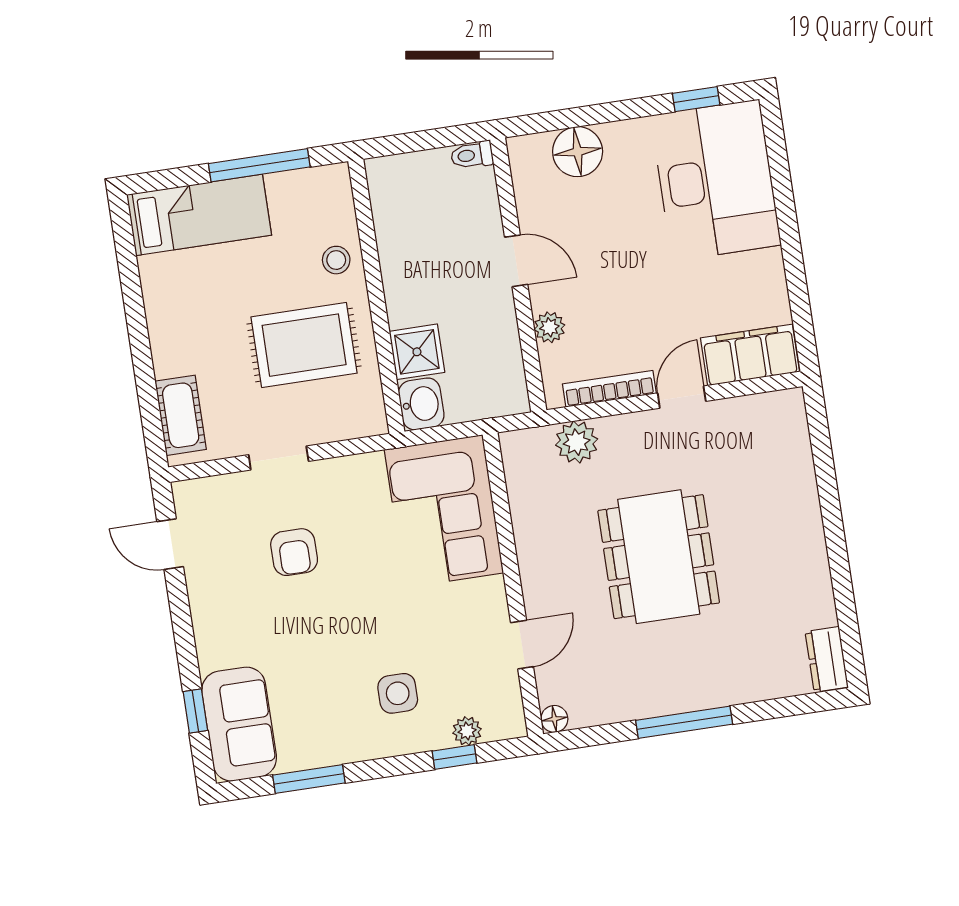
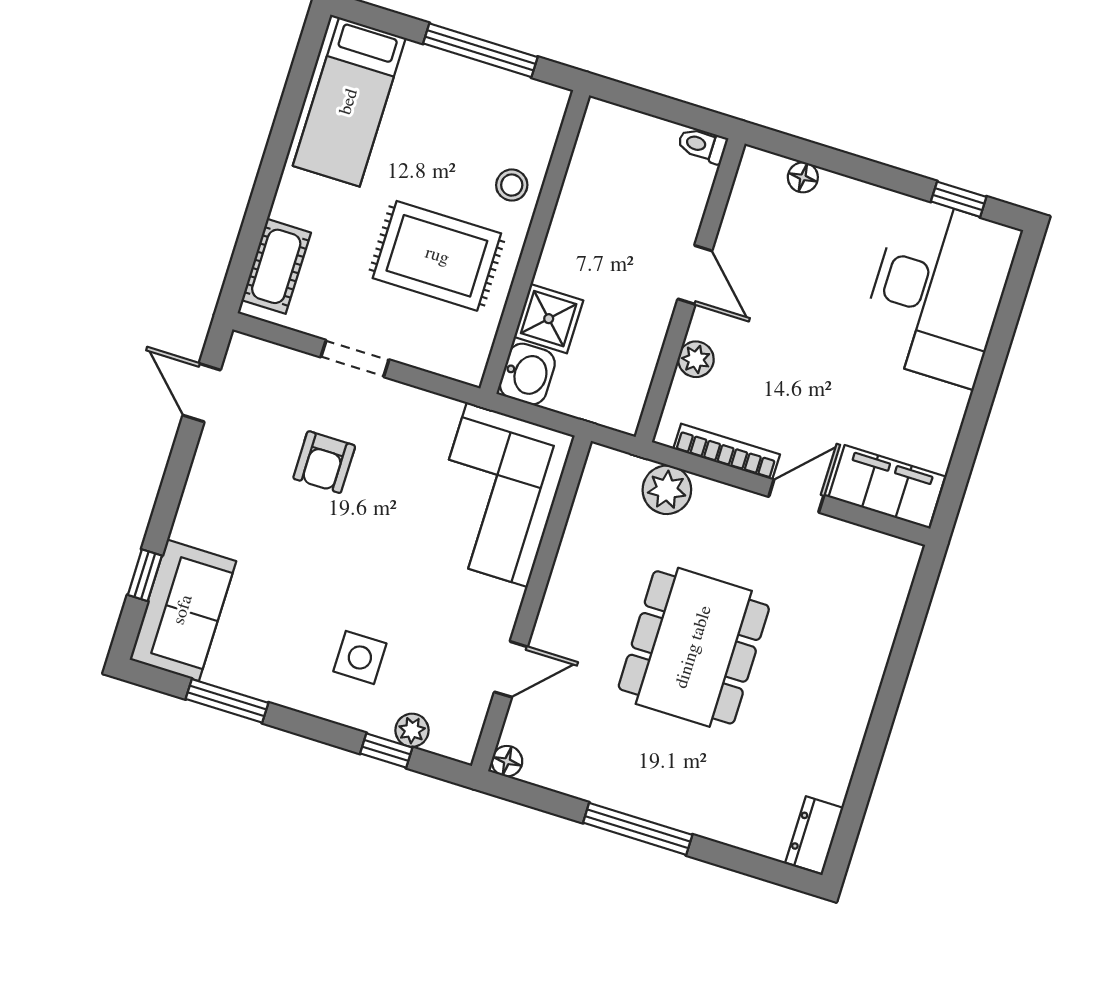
floor lamp: (578, 152) -> (803, 177), width x0.53, depth x0.53
bed: (199, 215) -> (349, 102), moved, turned 90

